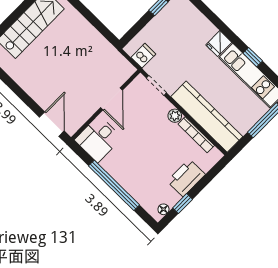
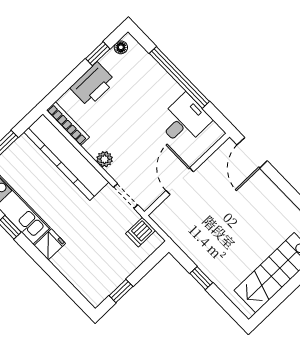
window: (92, 19) -> (201, 278), added
bookcase: (196, 135) -> (68, 124), moved
desk: (98, 139) -> (184, 121), moved

